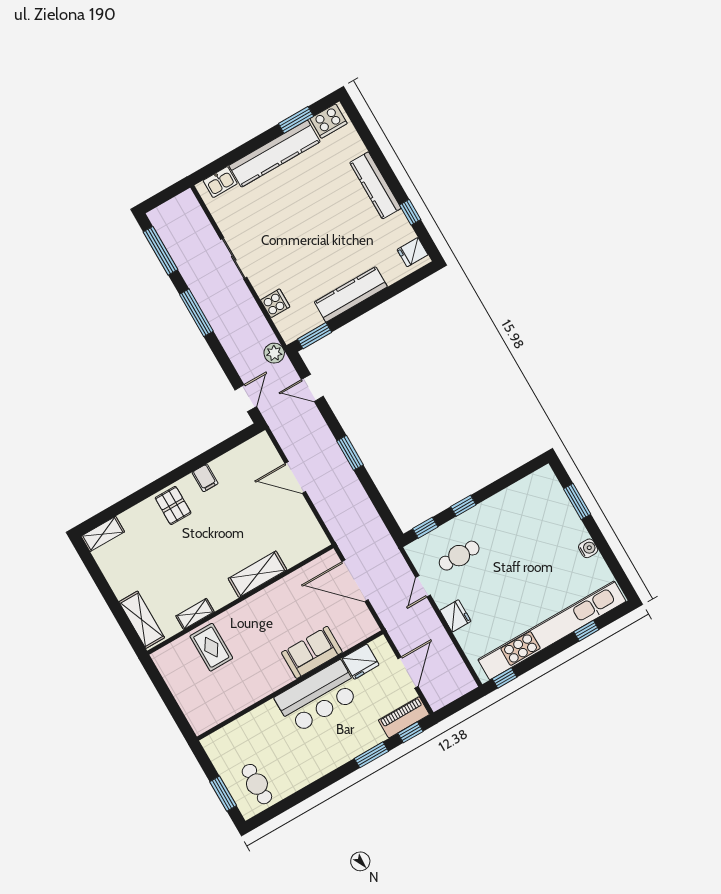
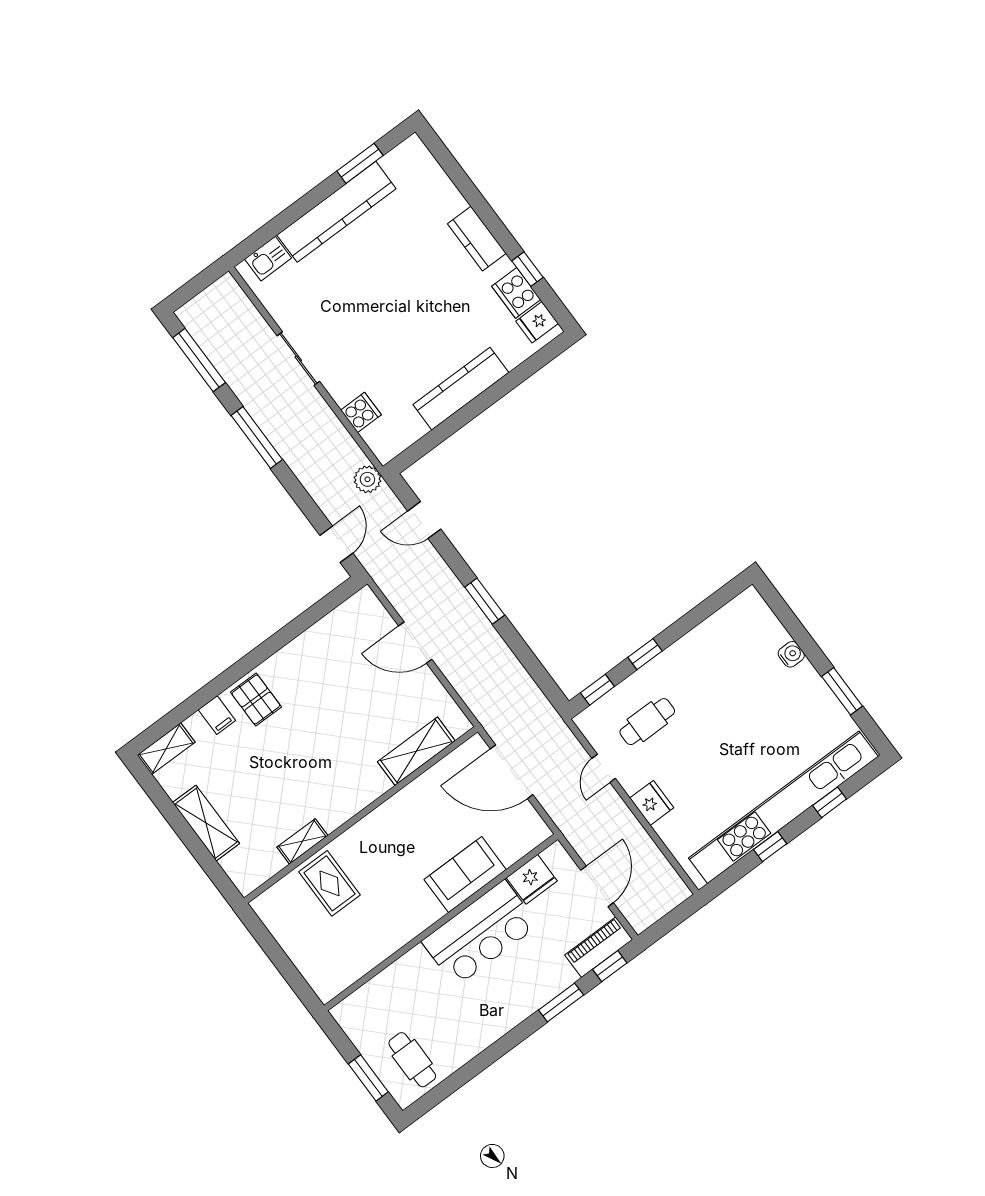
cooker: (329, 121) -> (516, 293), moved, turned 90
kitchen counter: (375, 185) -> (477, 239), width x0.67
window: (315, 336) -> (419, 449), removed
filing cabinet: (205, 478) -> (217, 715), moved
window: (577, 501) -> (842, 691), moved
water cooler: (588, 548) -> (791, 654), moved
shelving: (258, 574) -> (416, 751), moved
shelving: (142, 620) -> (206, 823), moved
window: (505, 678) -> (770, 847), moved

